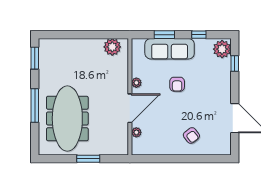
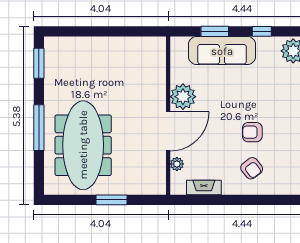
plant: (112, 47) -> (144, 48), removed
plant: (136, 83) -> (183, 97), width x1.87, depth x1.87
armchair: (177, 84) -> (252, 132), moved, turned 90
fireplace: (156, 150) -> (204, 188), added

